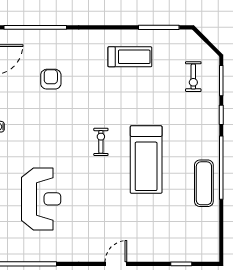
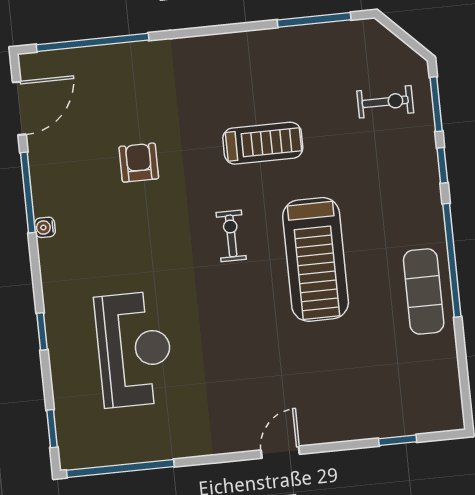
treadmill: (130, 57) -> (263, 143), moved
exercise bike: (193, 77) -> (385, 102), turned -90
armchair: (51, 79) -> (139, 163), moved

